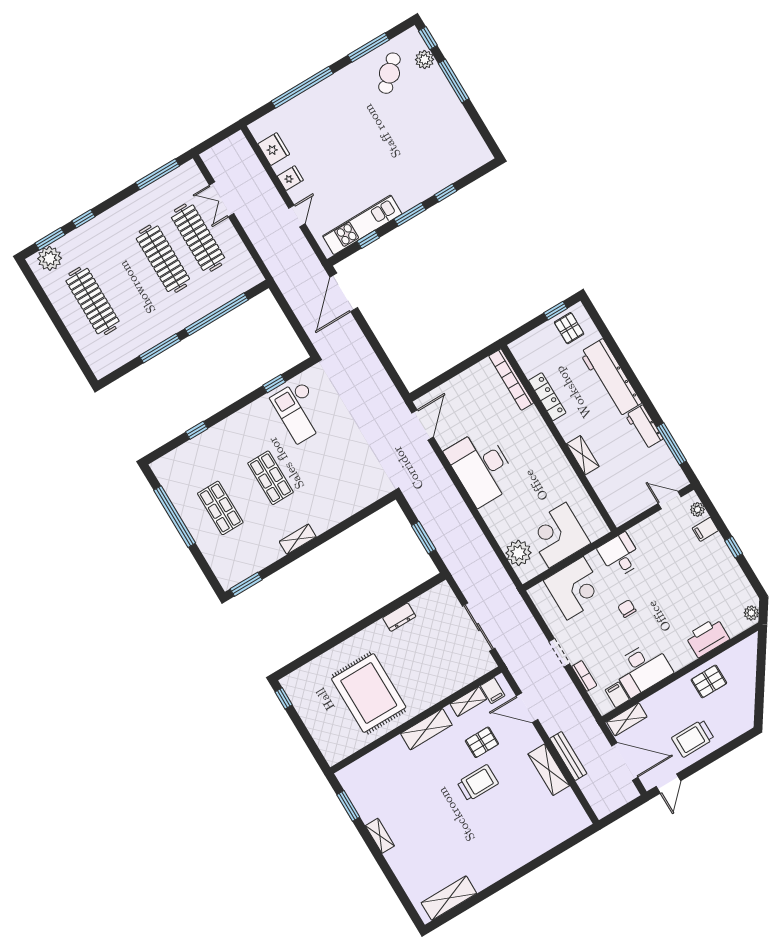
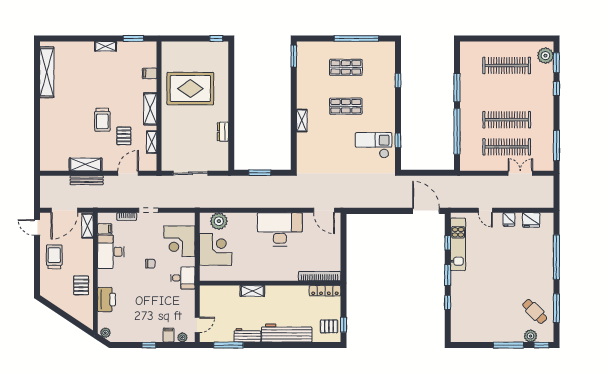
locker: (547, 397) -> (325, 291), moved
shelving: (298, 539) -> (302, 121), moved
filing cabinet: (493, 691) -> (150, 73), moved
shelving: (449, 898) -> (47, 72), width x1.47

